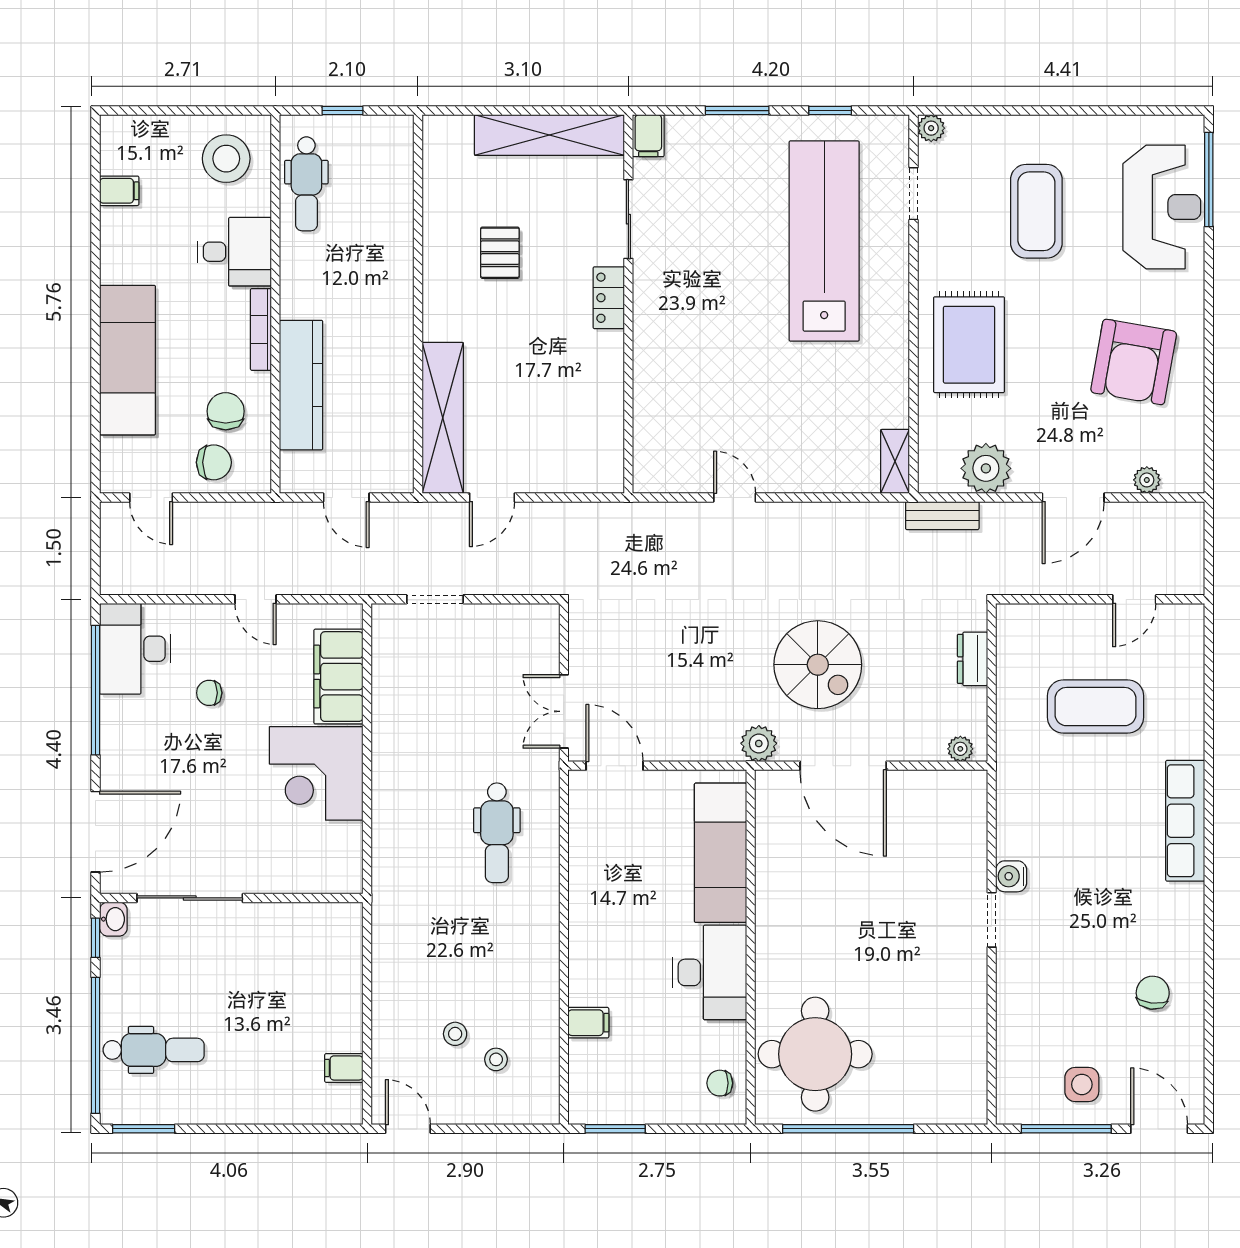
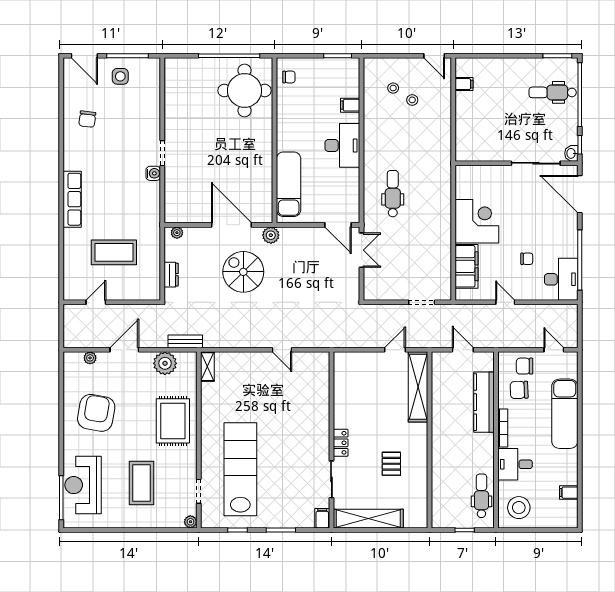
lab bench: (824, 241) -> (240, 469), turned 180
chair: (226, 411) -> (519, 390), turned 88
door: (96, 832) -> (580, 194), hinge flipped
desk: (709, 972) -> (342, 145), moved, turned 180

